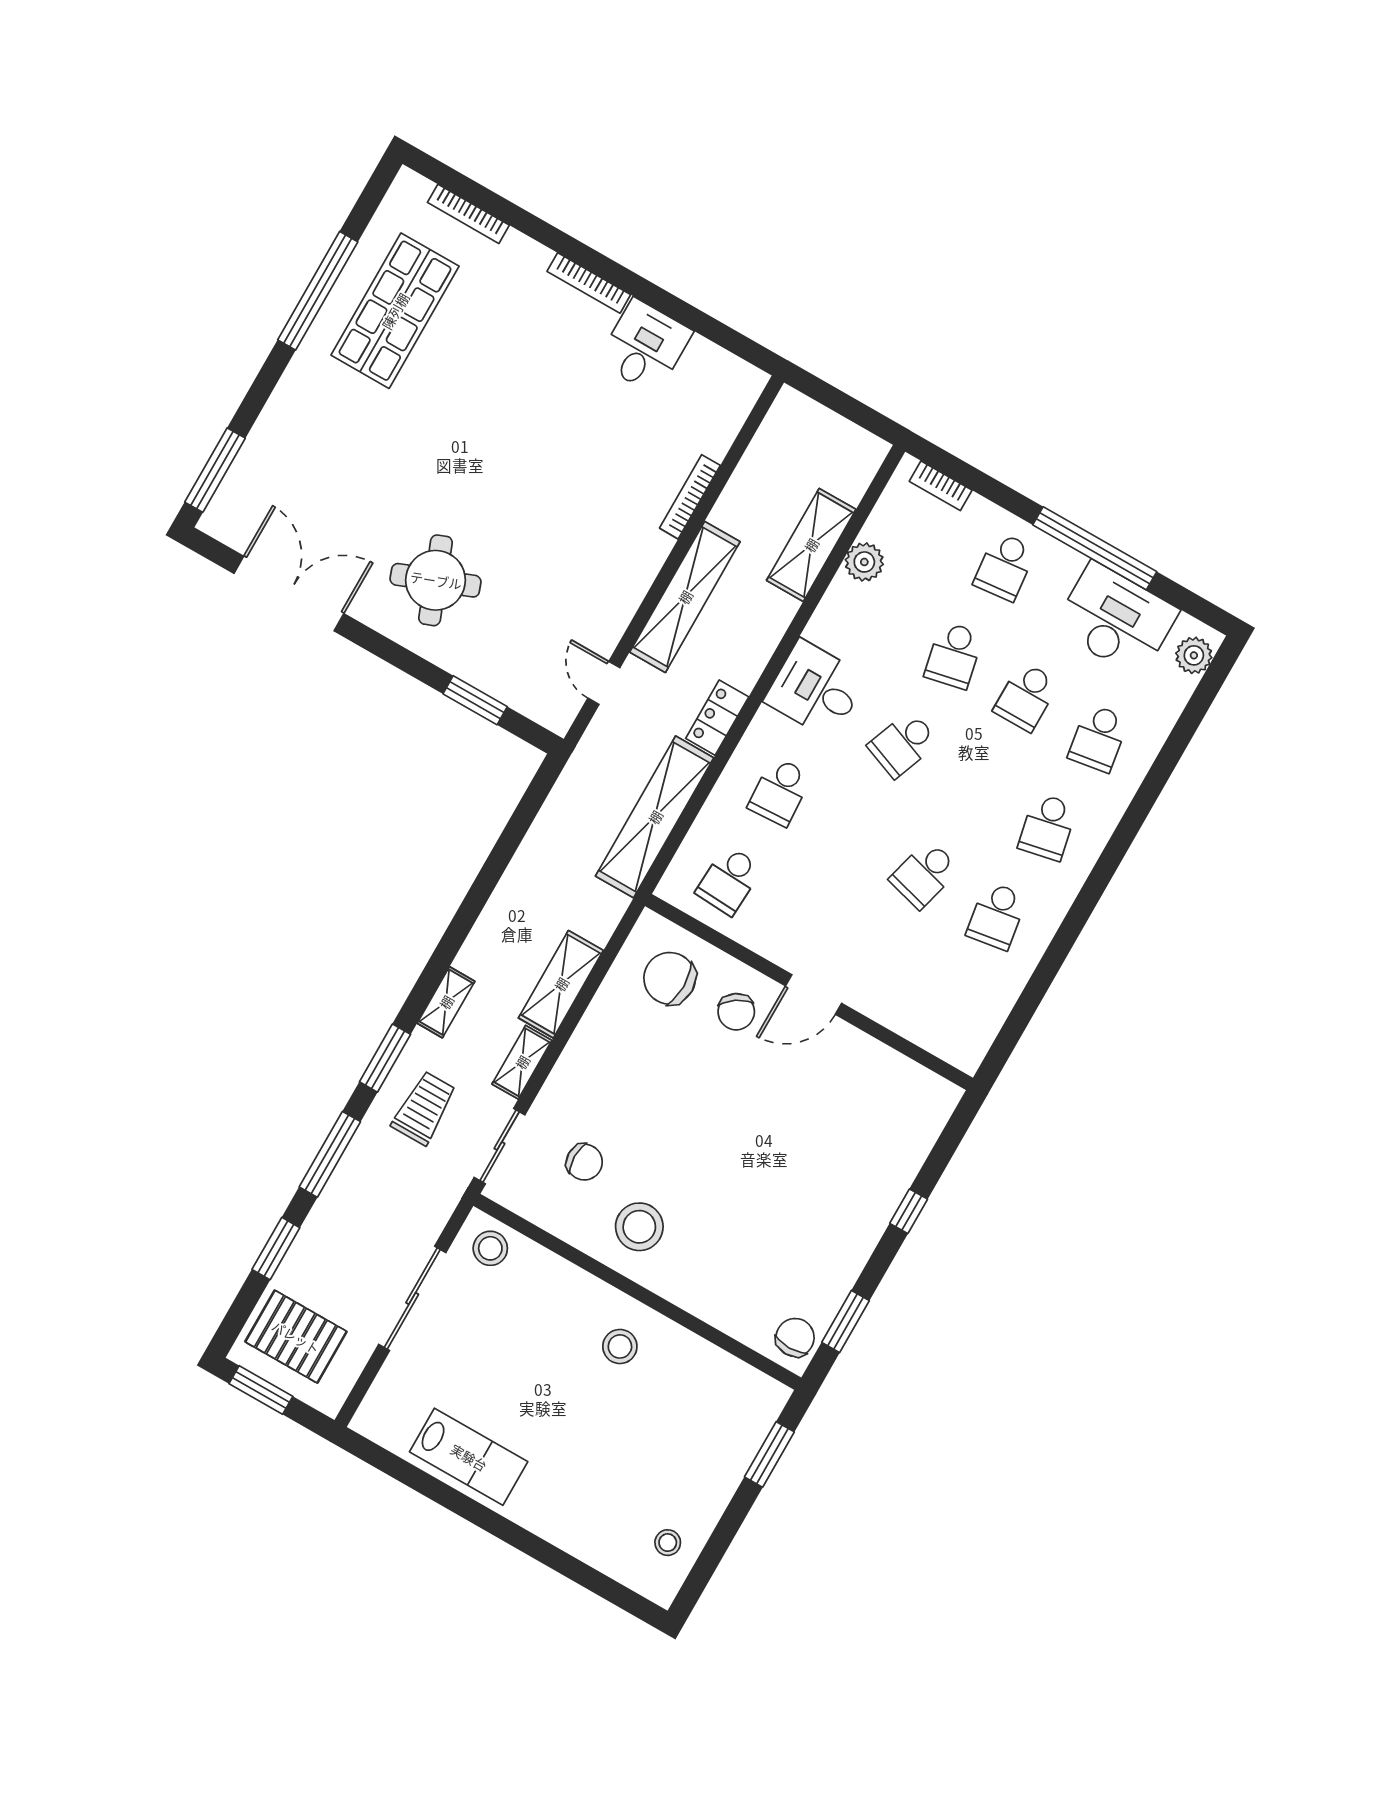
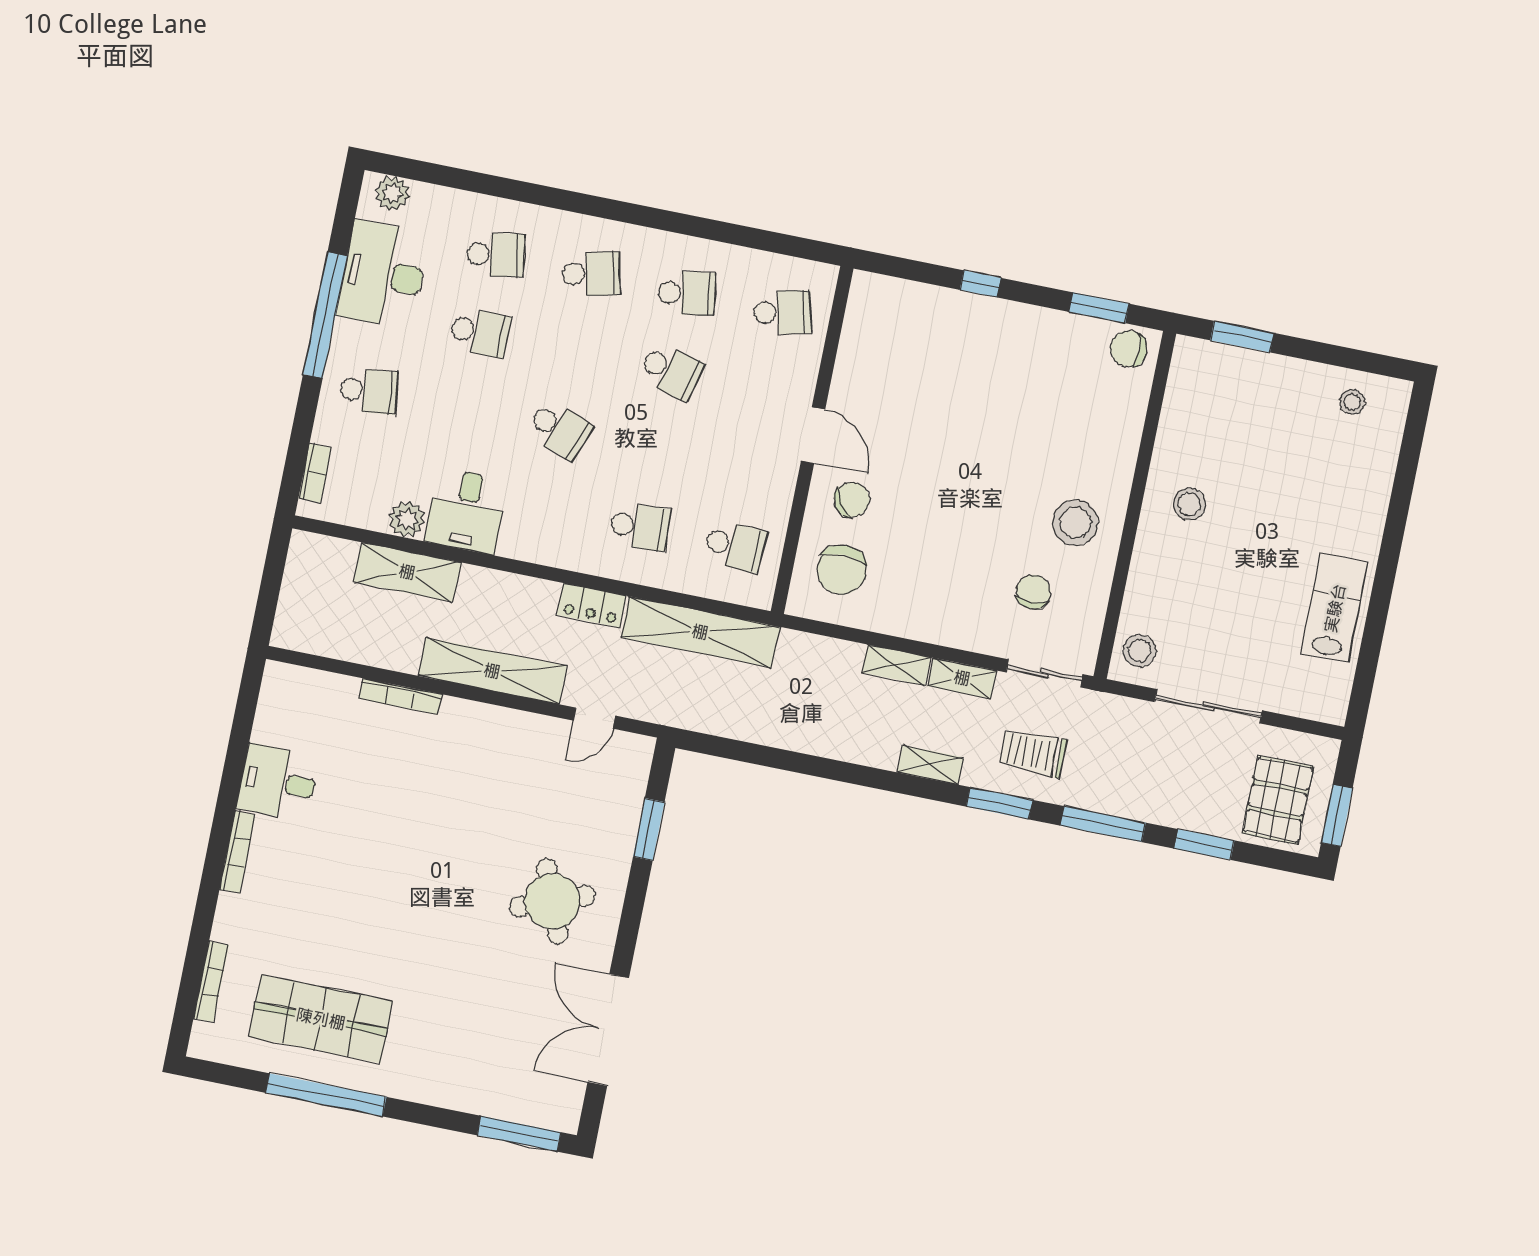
school desk: (954, 655) -> (782, 312), moved
desk: (816, 689) -> (466, 511), moved
shelving: (561, 984) -> (896, 665), width x0.67, depth x0.75

